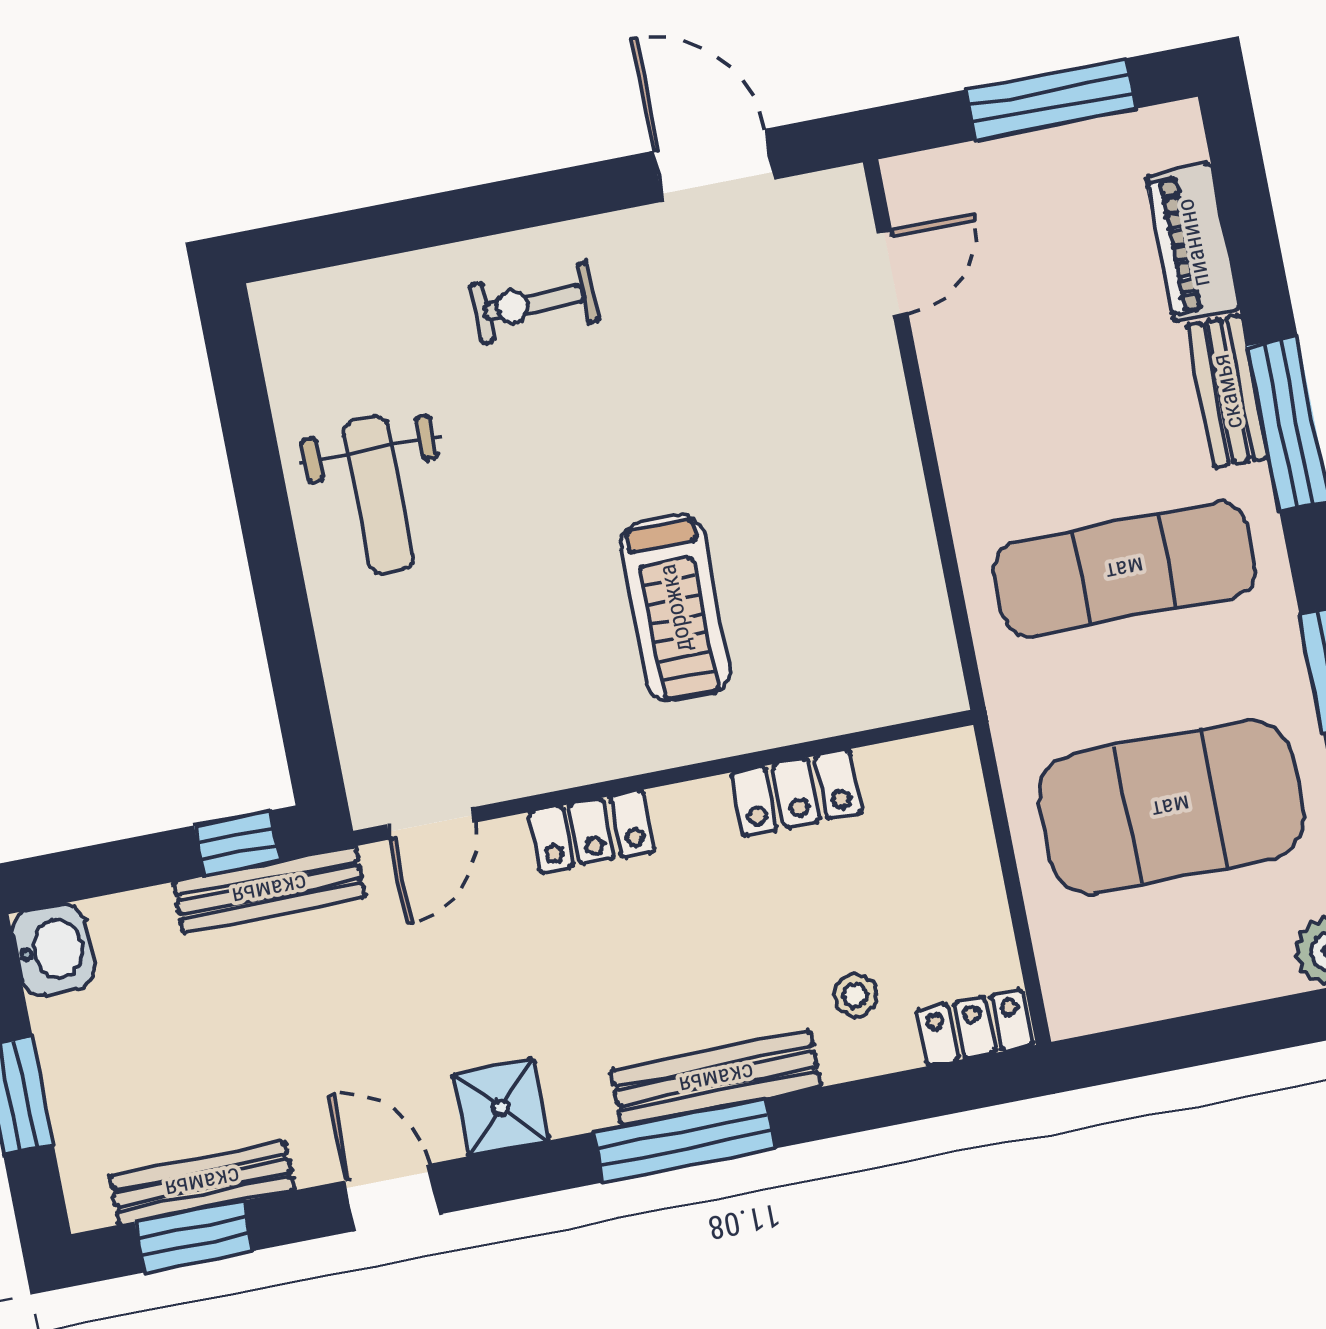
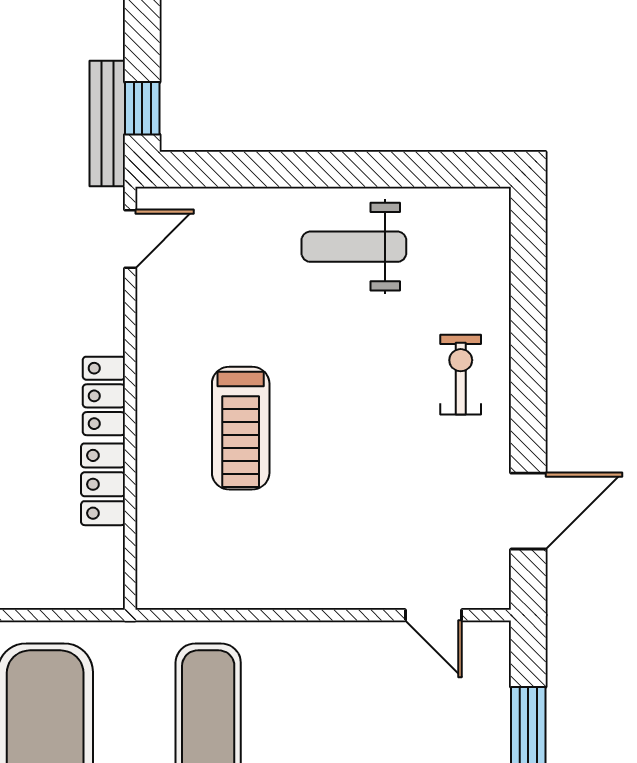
treadmill: (675, 608) -> (241, 428), turned -90
door: (431, 823) -> (130, 239), swing flipped
locker: (592, 832) -> (104, 396), moved

